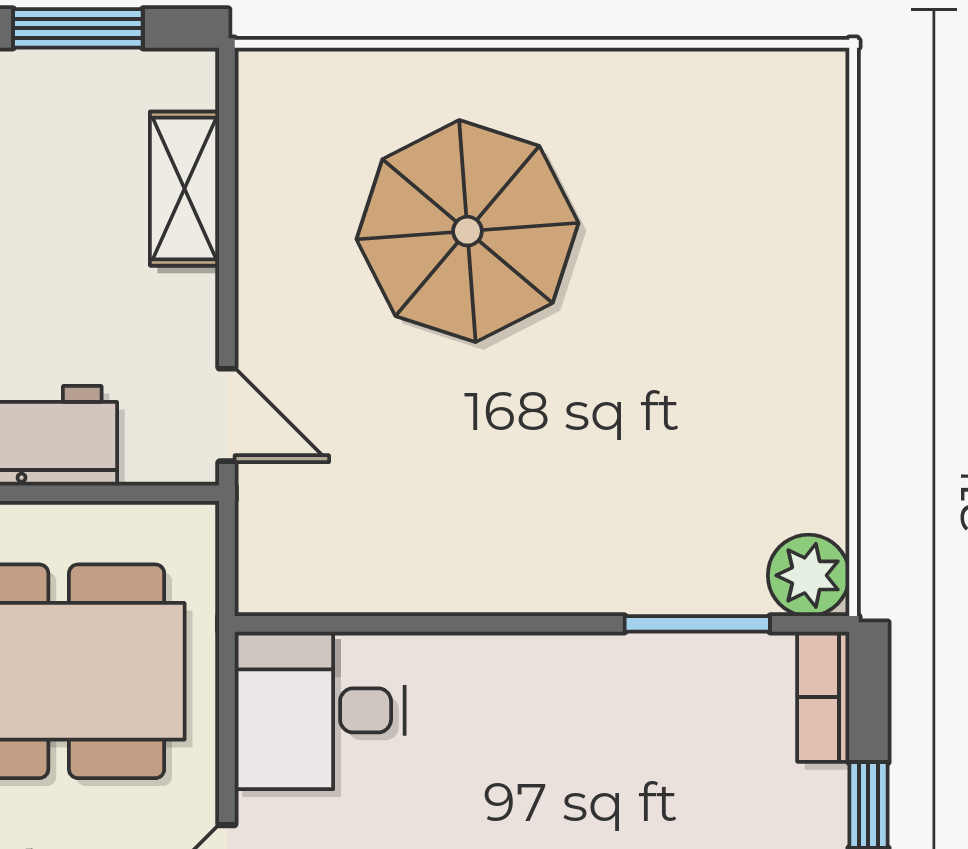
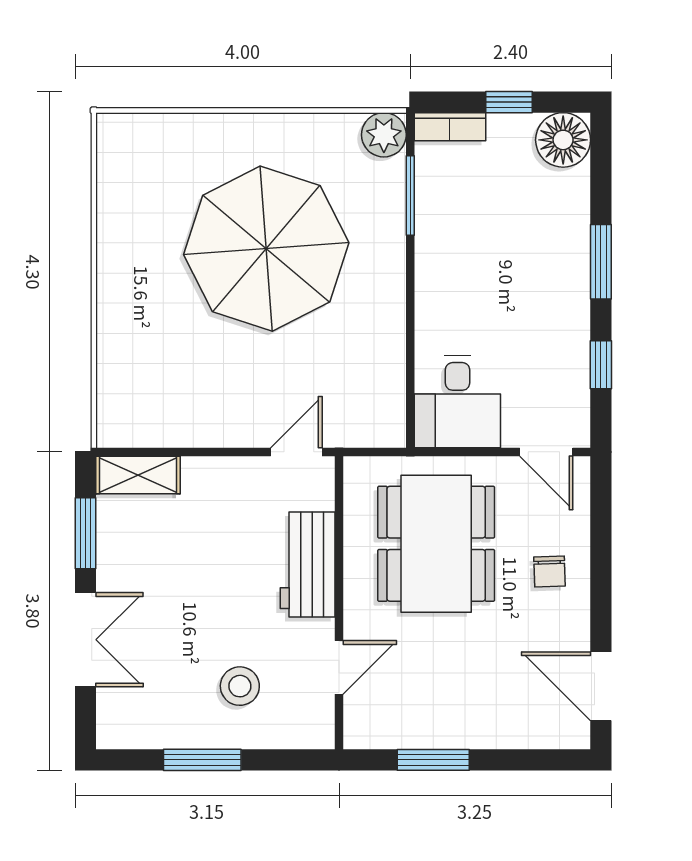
shelving: (185, 189) -> (138, 475), moved
parasol: (467, 231) -> (266, 249), moved, width x1.36, depth x1.36

